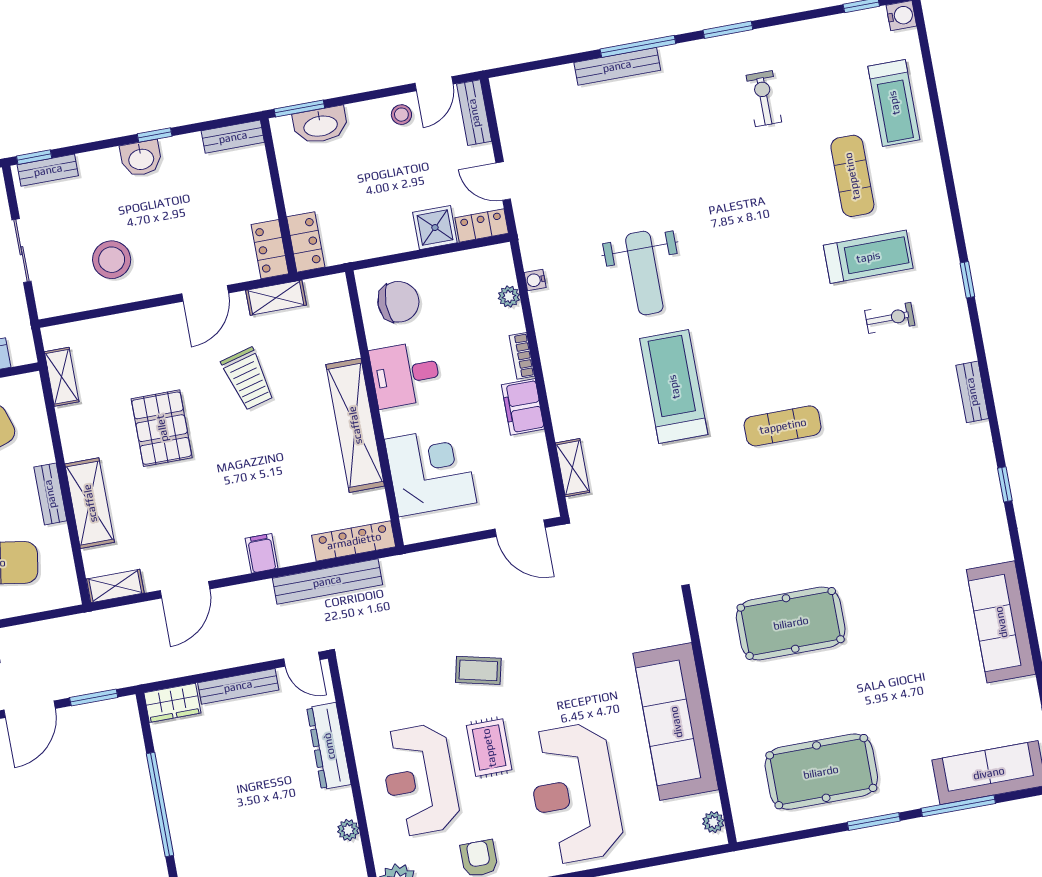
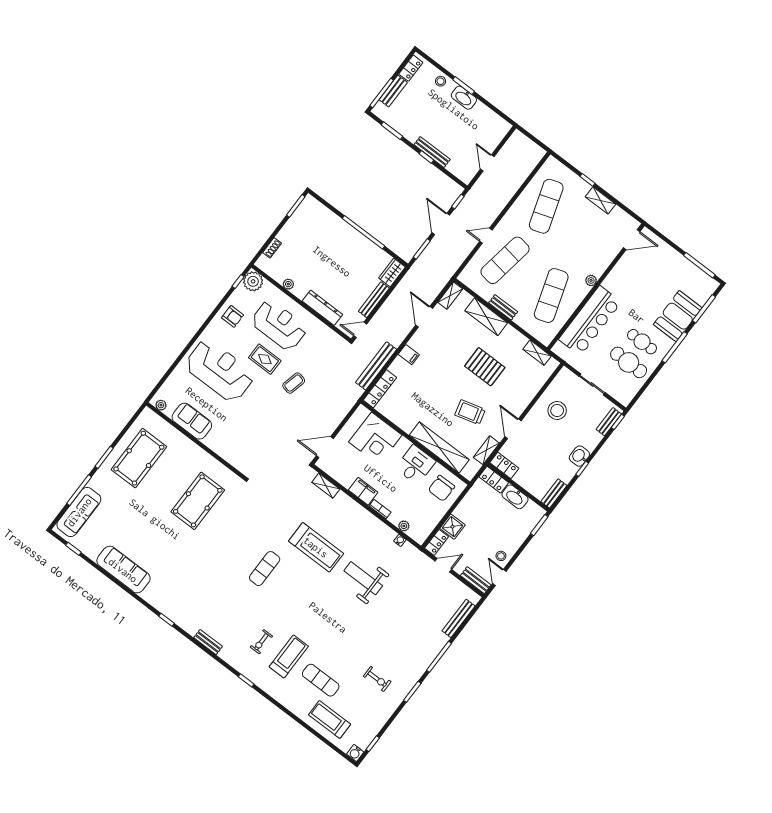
bench: (617, 66) -> (459, 618), moved
washbasin: (320, 125) -> (515, 497), moved, turned -90
treadmill: (868, 257) -> (289, 656), turned 180
shelving: (355, 425) -> (439, 447), moved
sofa: (676, 722) -> (192, 421), width x0.54, depth x0.79

